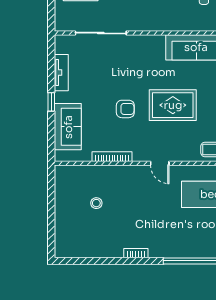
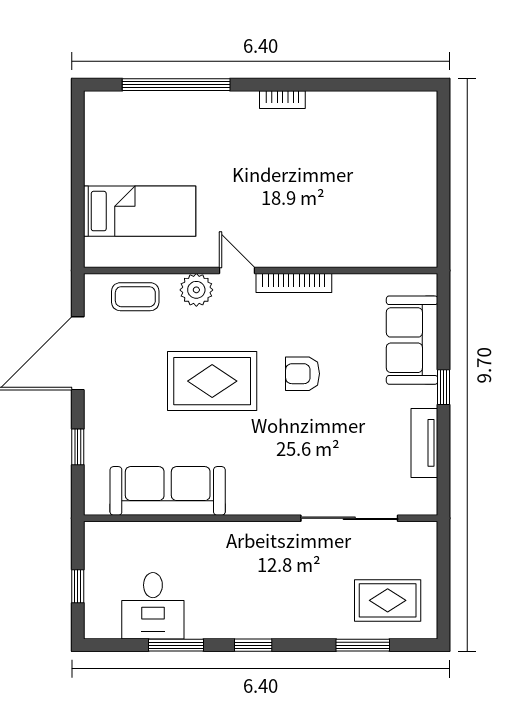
plant: (181, 153) -> (196, 290), added
bookcase: (112, 157) -> (294, 283), moved
stool: (96, 203) -> (358, 195), removed

